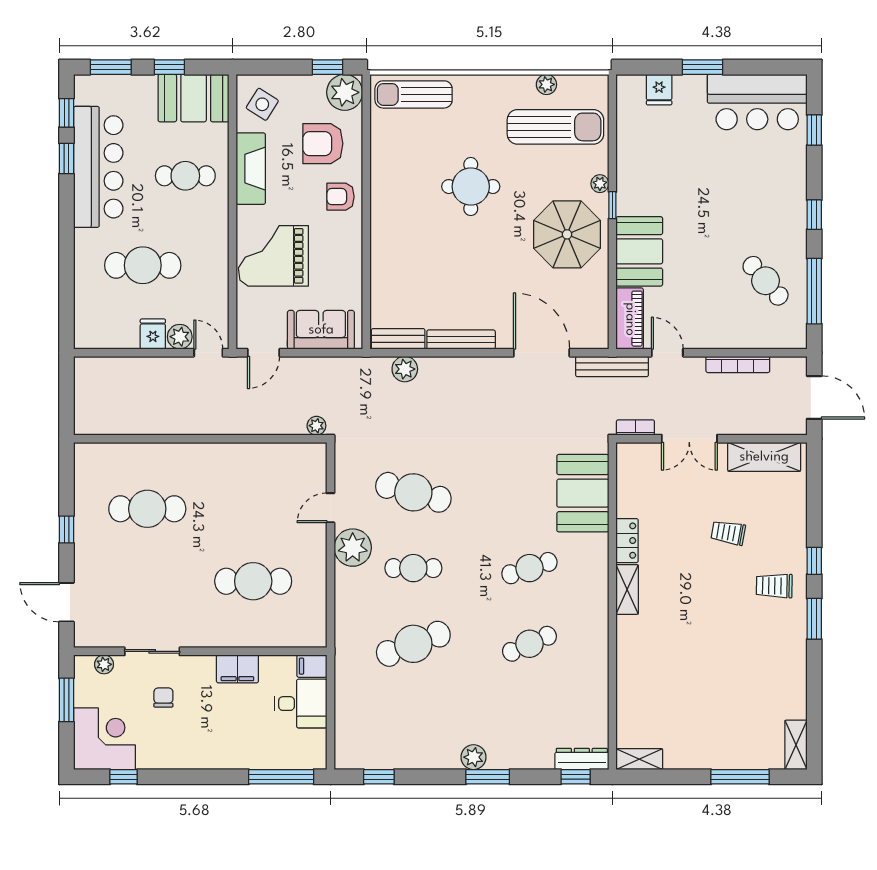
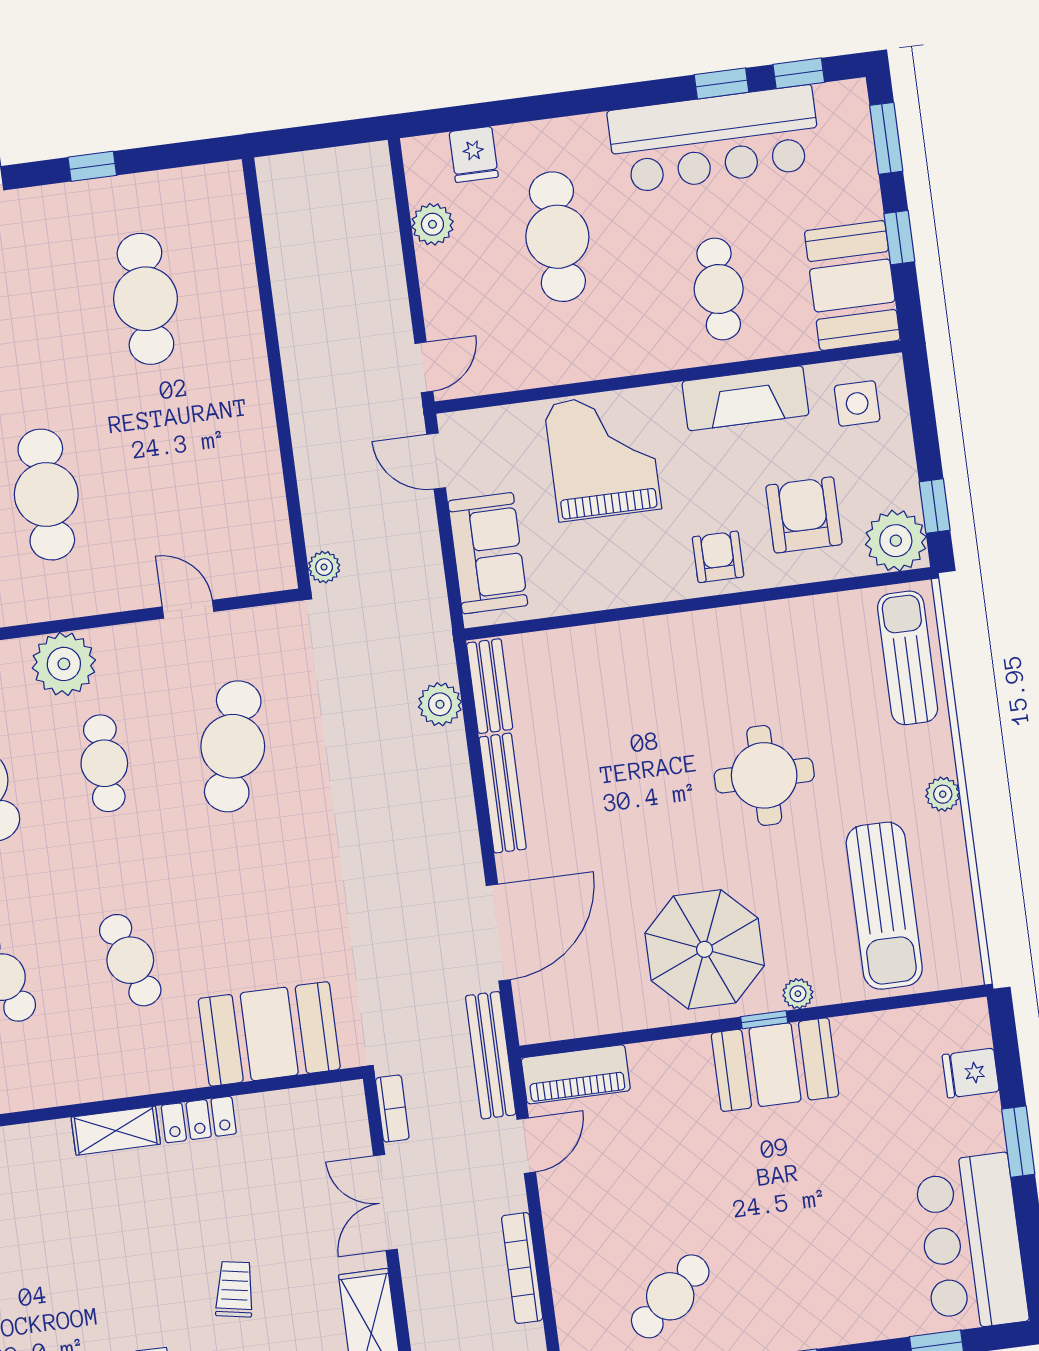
plant: (546, 84) -> (943, 794), moved
side table: (262, 104) -> (857, 403), turned -32
booth: (639, 251) -> (775, 1065), moved
fridge: (153, 334) -> (474, 154), moved, turned 90
plant: (180, 337) -> (432, 224), moved
plant: (353, 548) -> (64, 664), moved

